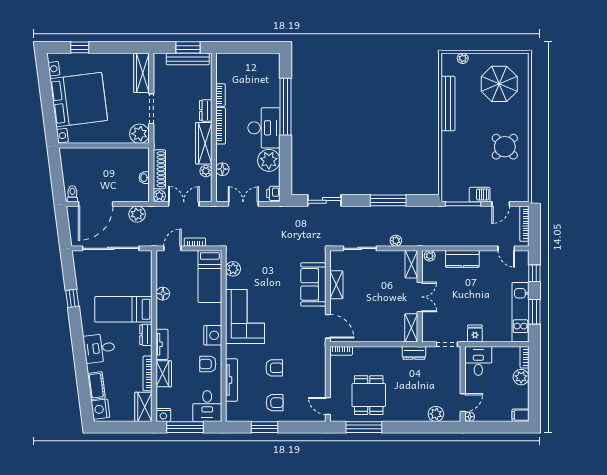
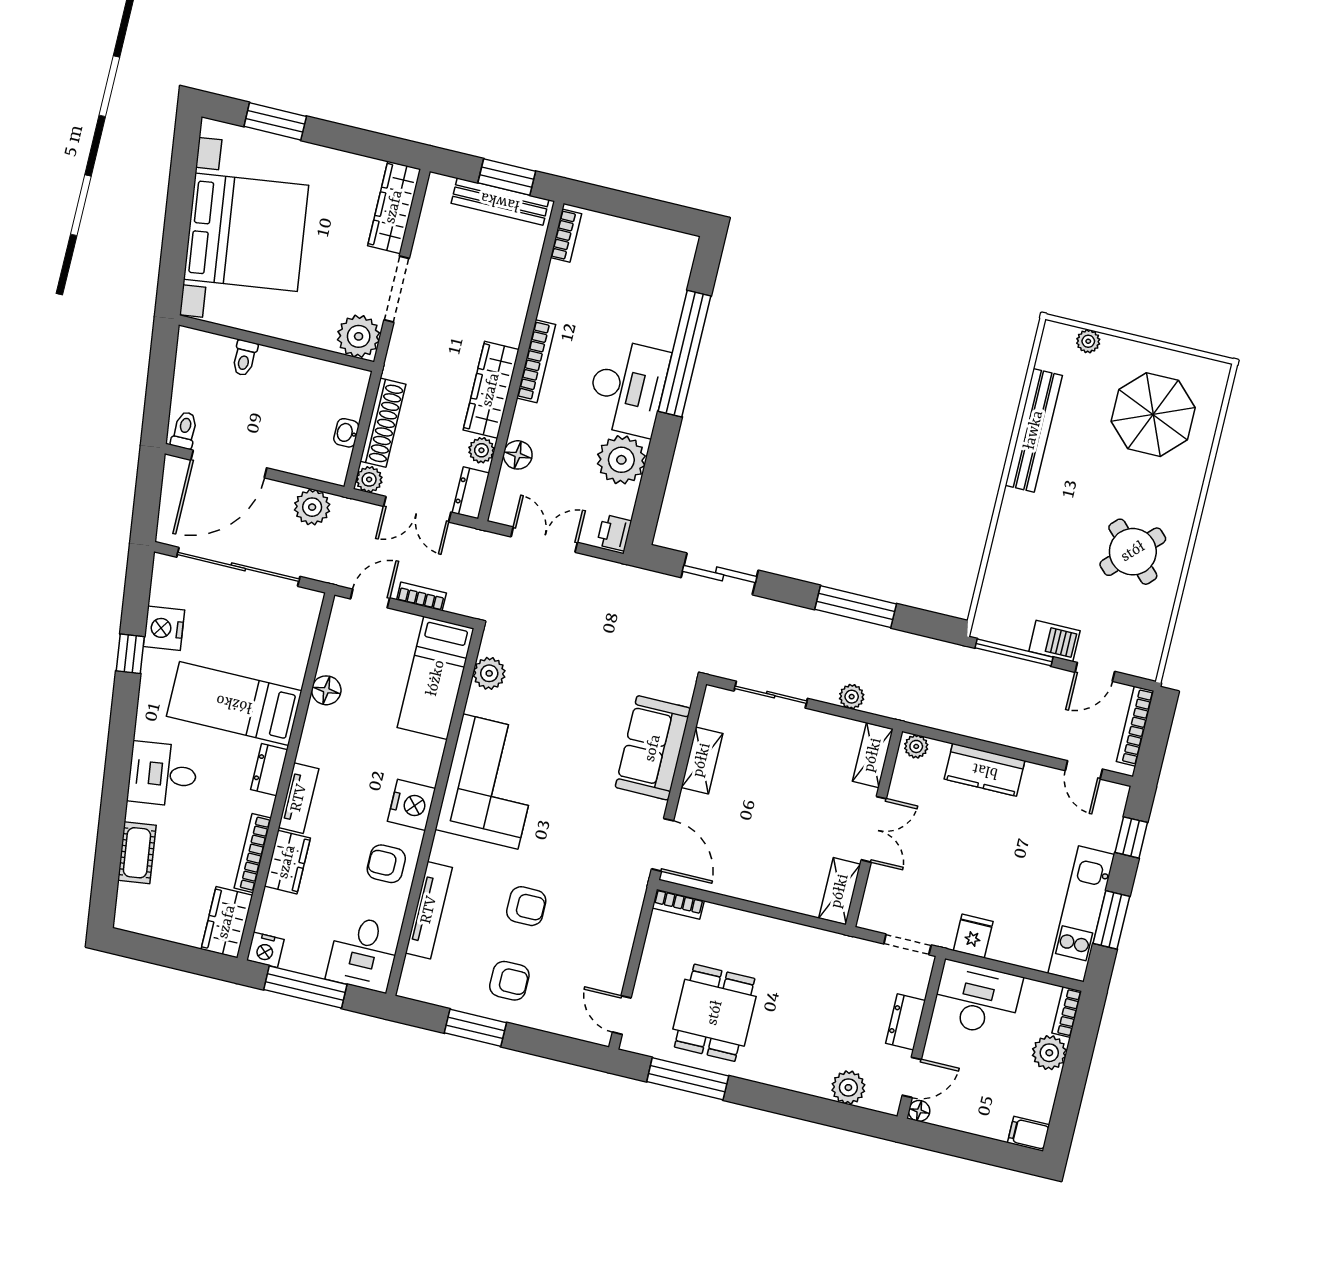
window: (80, 47) -> (275, 121), width x1.50
bookcase: (221, 95) -> (566, 236), moved
dresser: (206, 110) -> (471, 493), moved
toilet: (91, 155) -> (244, 358), added
double door: (184, 204) -> (417, 509), swing flipped
dresser: (414, 353) -> (906, 1022), moved, turned 90
desk: (478, 361) -> (977, 999), width x1.37
nightstand: (100, 409) -> (164, 628), moved

